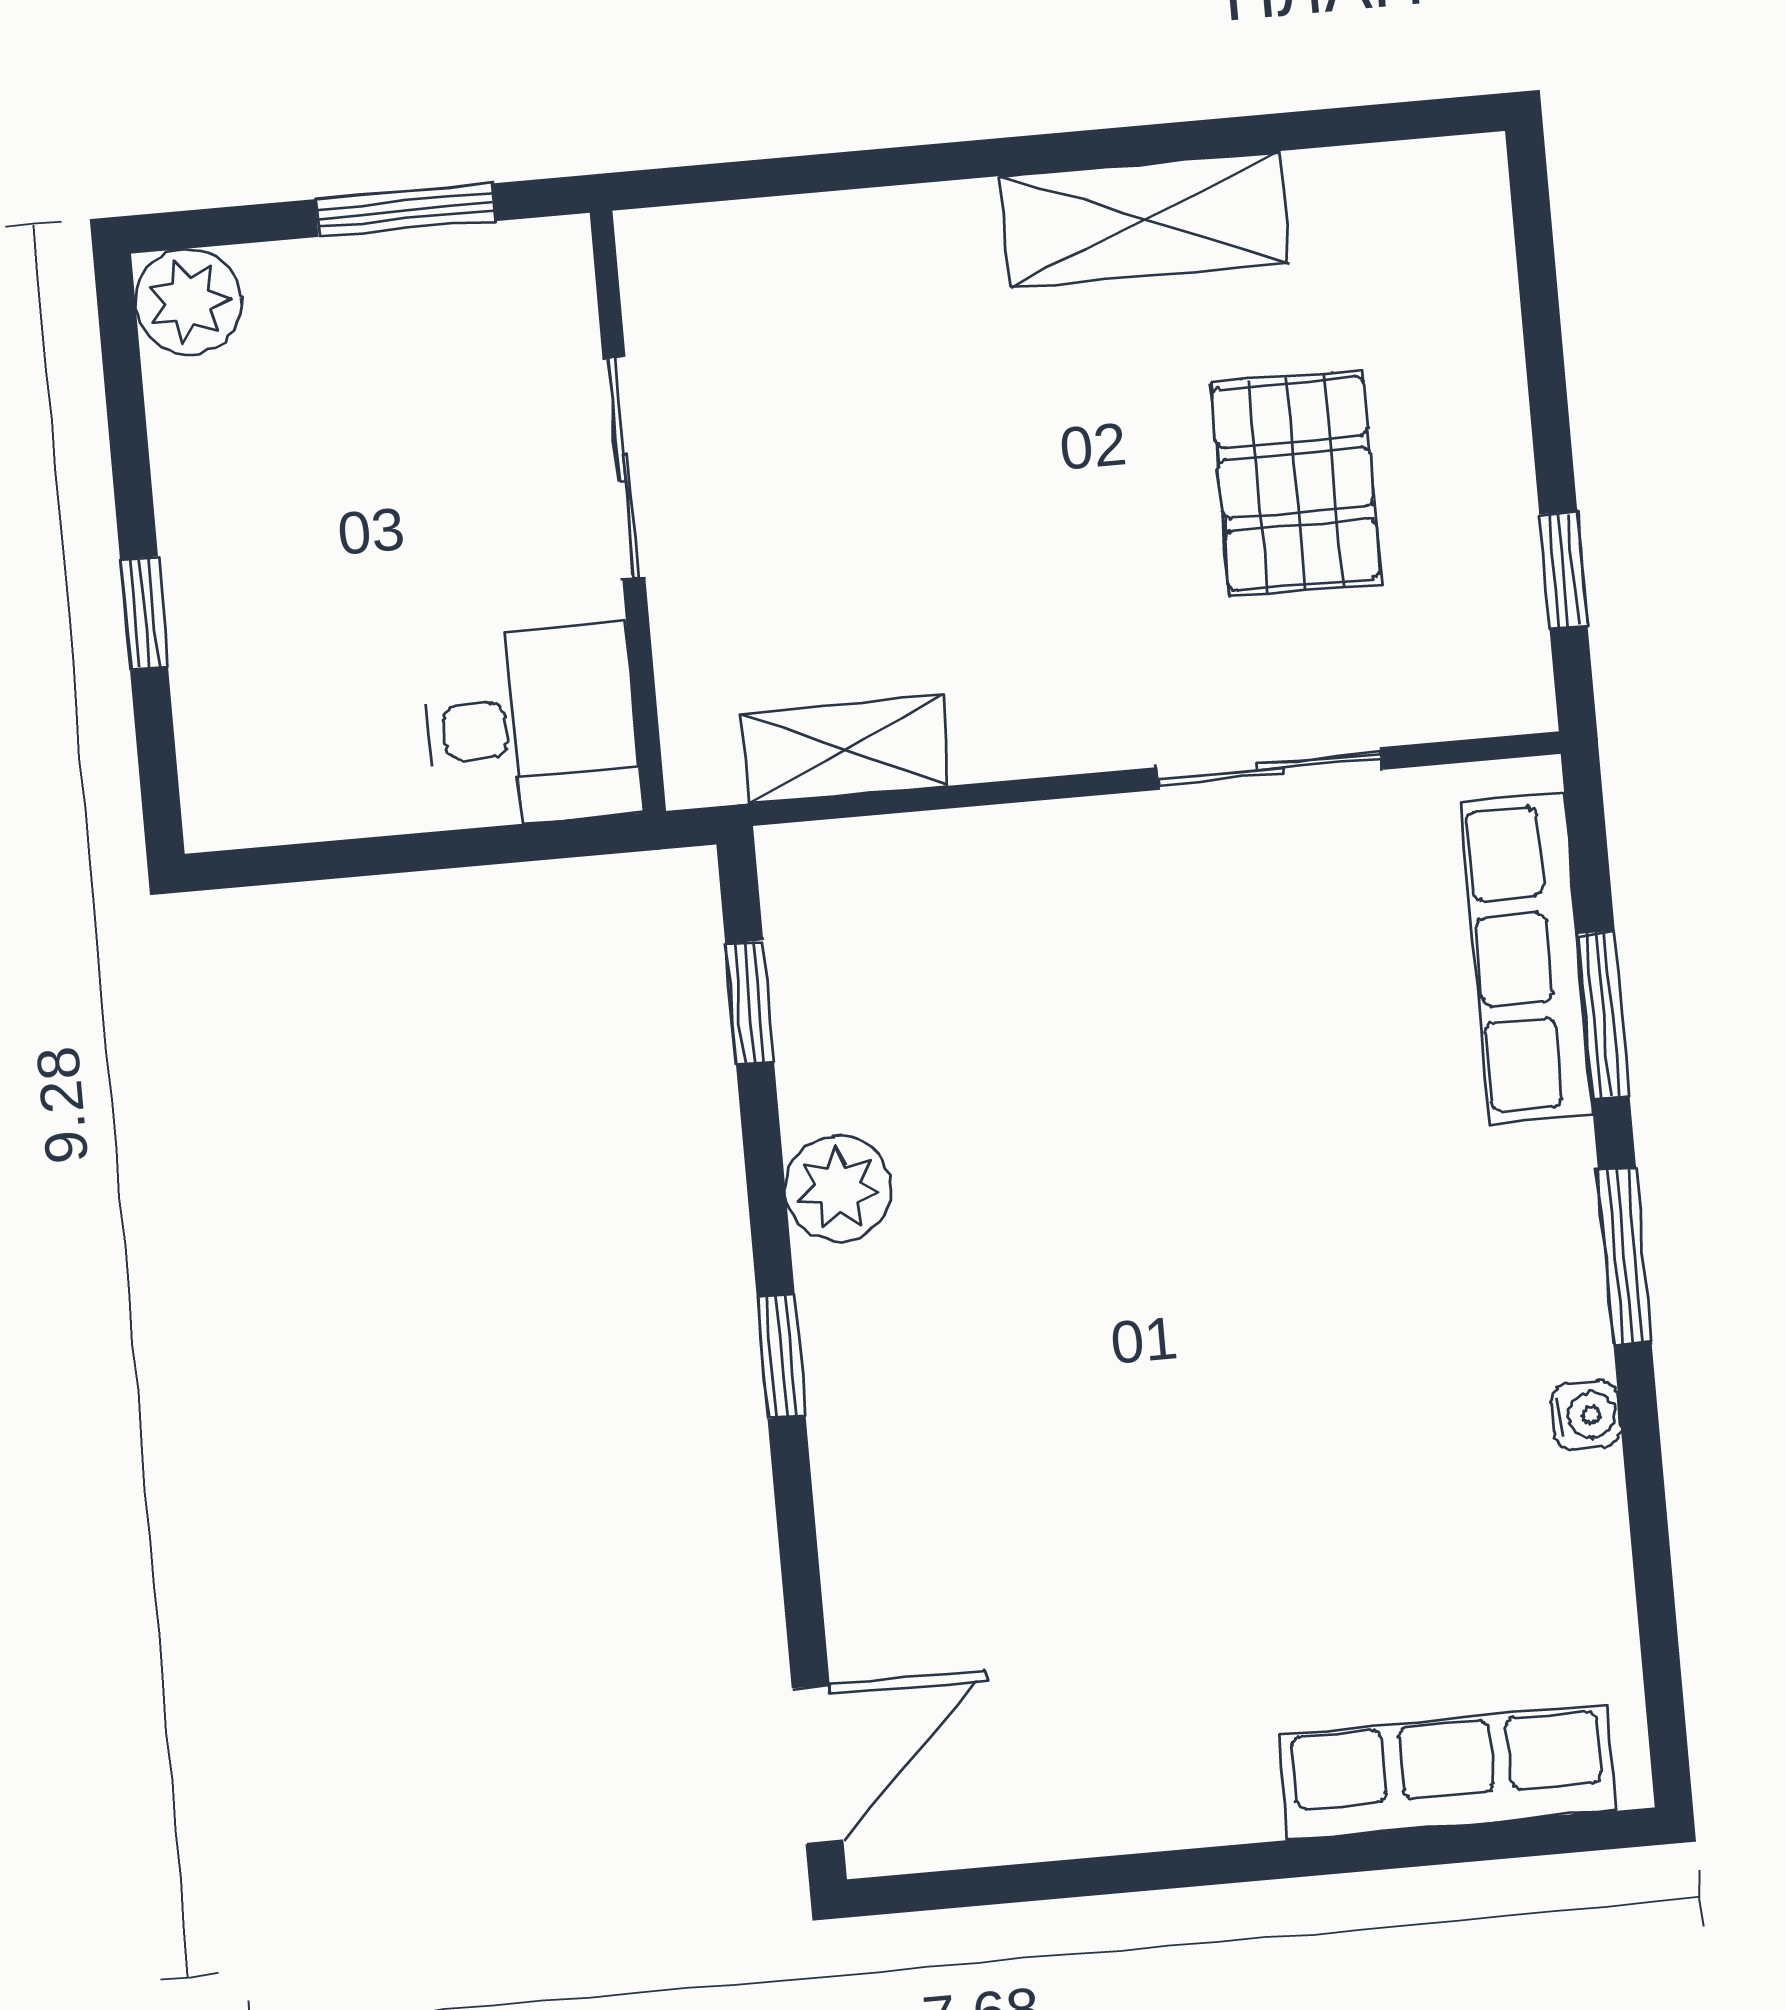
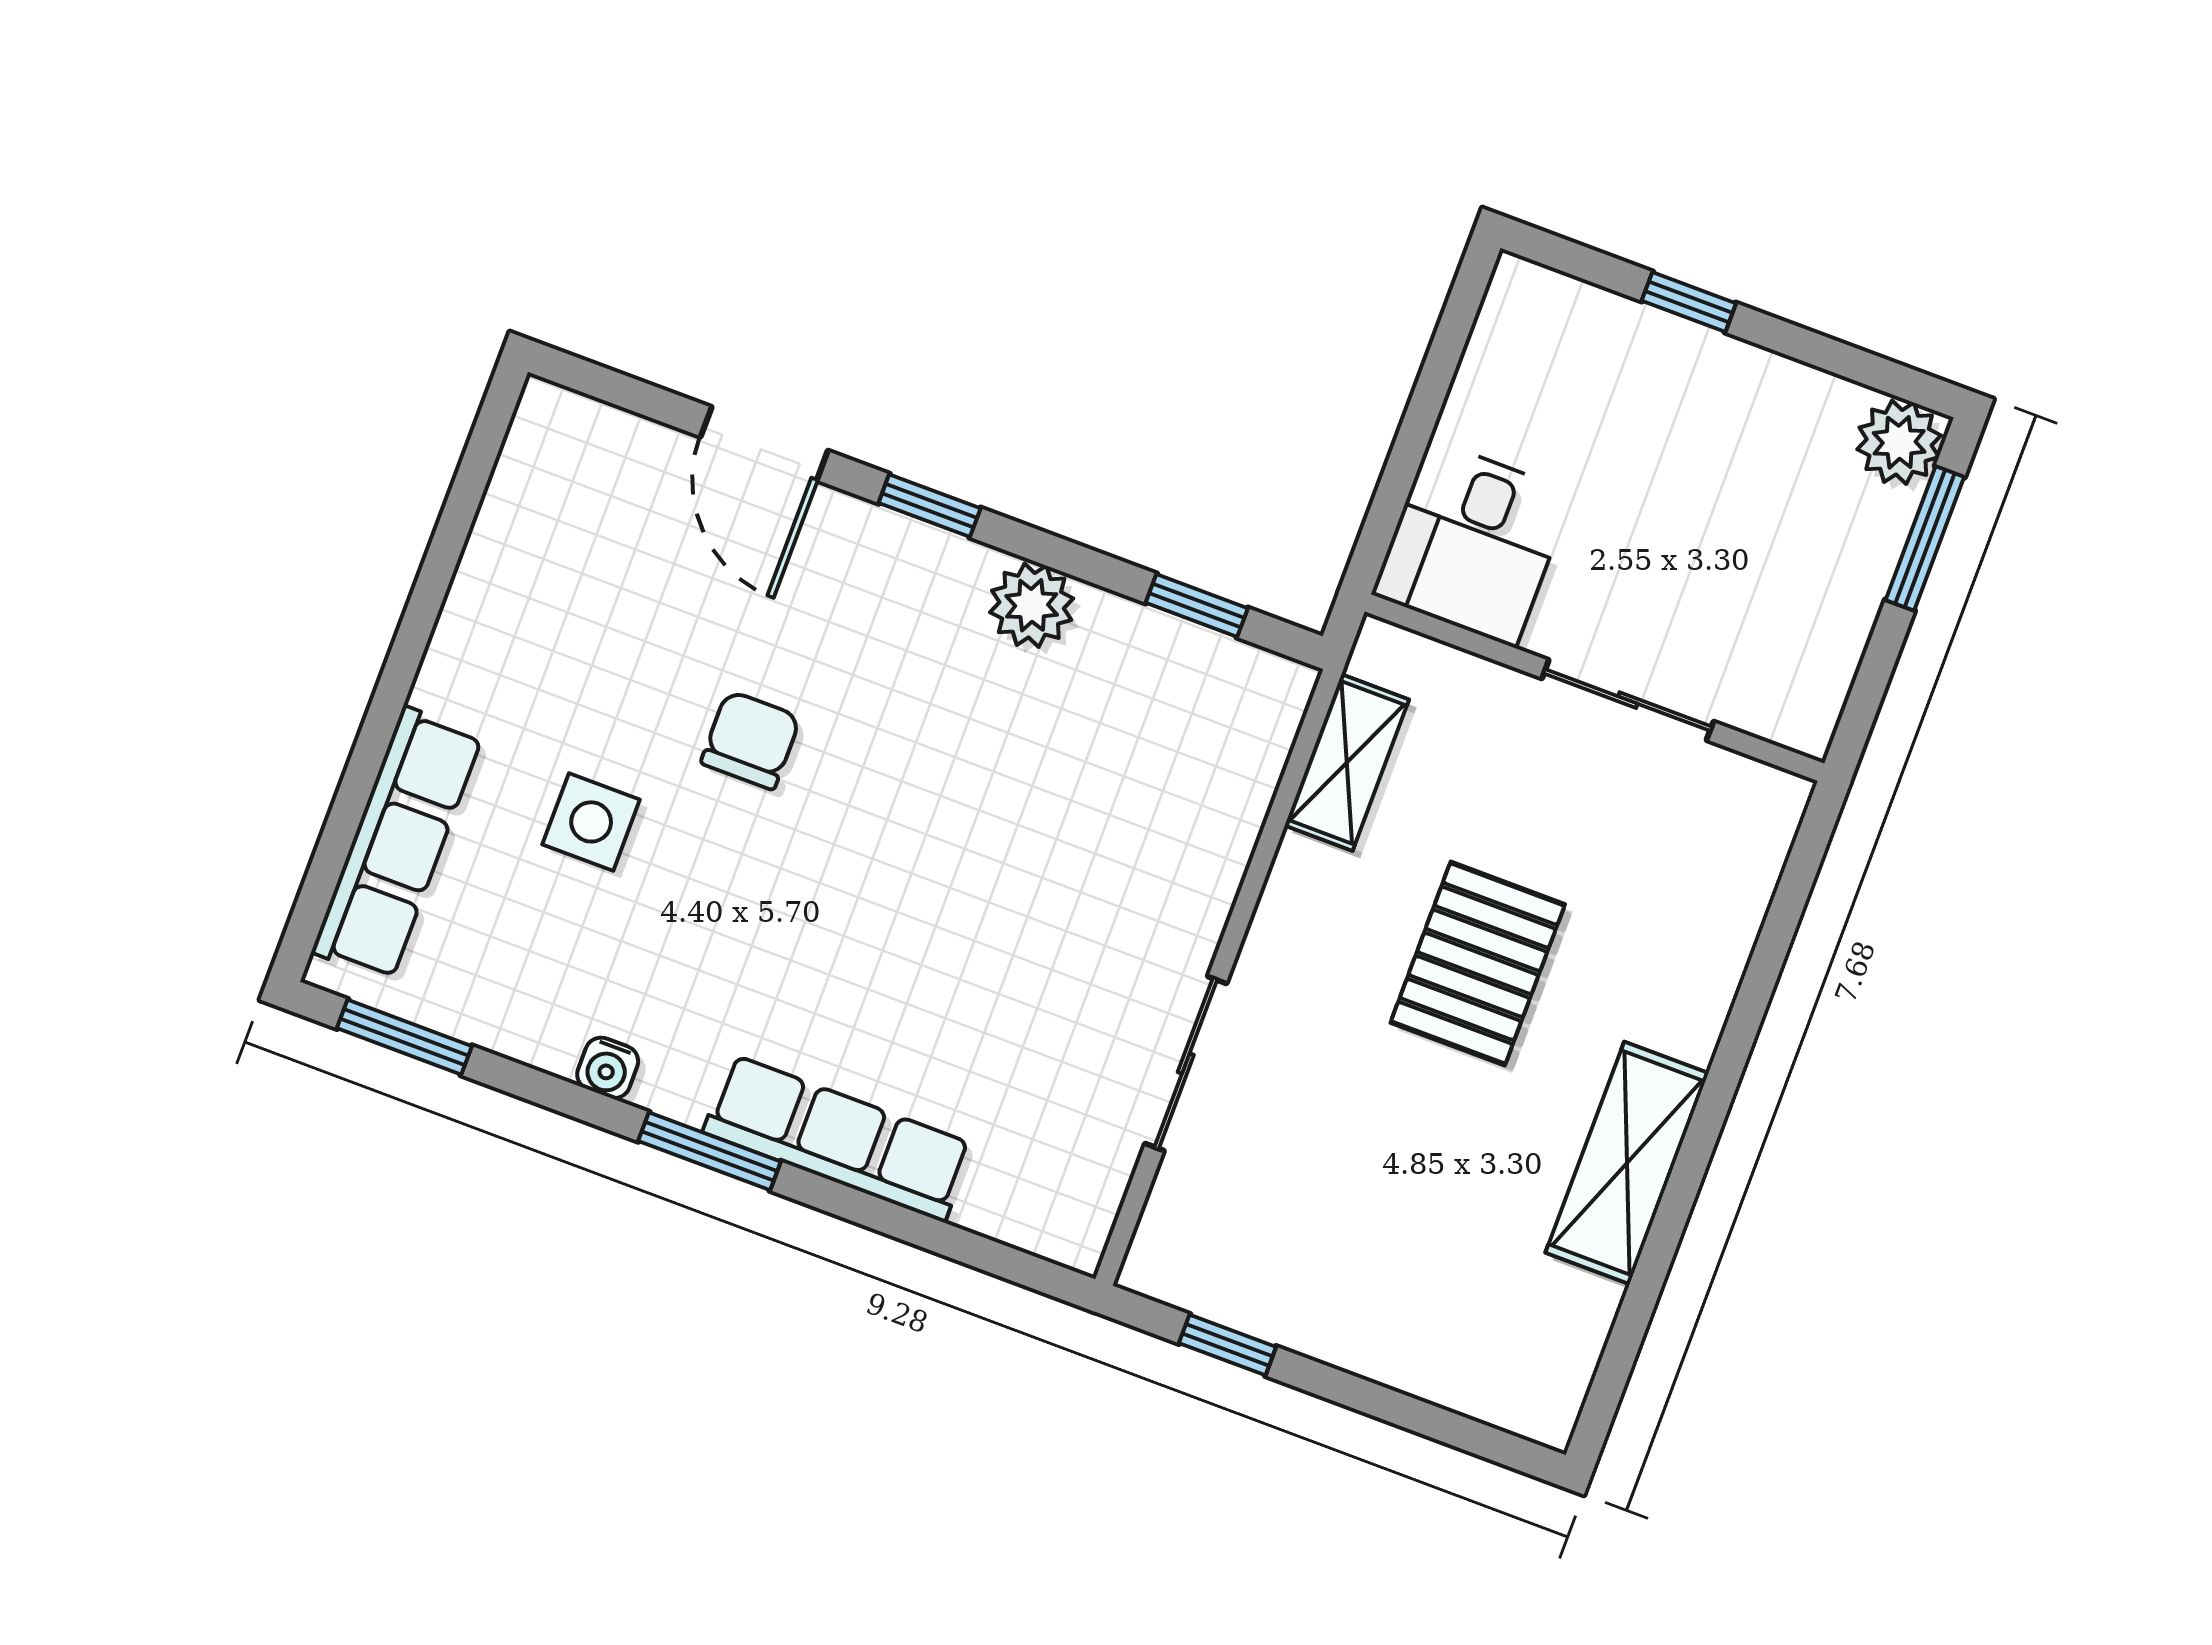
window: (406, 210) -> (1925, 538), moved
pallet: (1296, 483) -> (1478, 963), moved, turned 90
row of seats: (1527, 958) -> (838, 1138), moved
window: (1603, 1015) -> (404, 1037), moved
chair: (1141, 1431) -> (751, 740), added
side table: (1319, 1566) -> (591, 822), added
door: (818, 1765) -> (764, 444), moved

